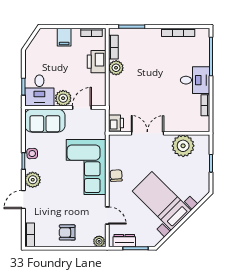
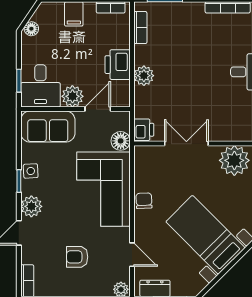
floor lamp: (33, 48) -> (31, 29), added
printer: (97, 62) -> (118, 65), moved
plant: (116, 68) -> (144, 76), moved
floor lamp: (99, 131) -> (121, 141), added
armchair: (67, 232) -> (77, 257), moved

